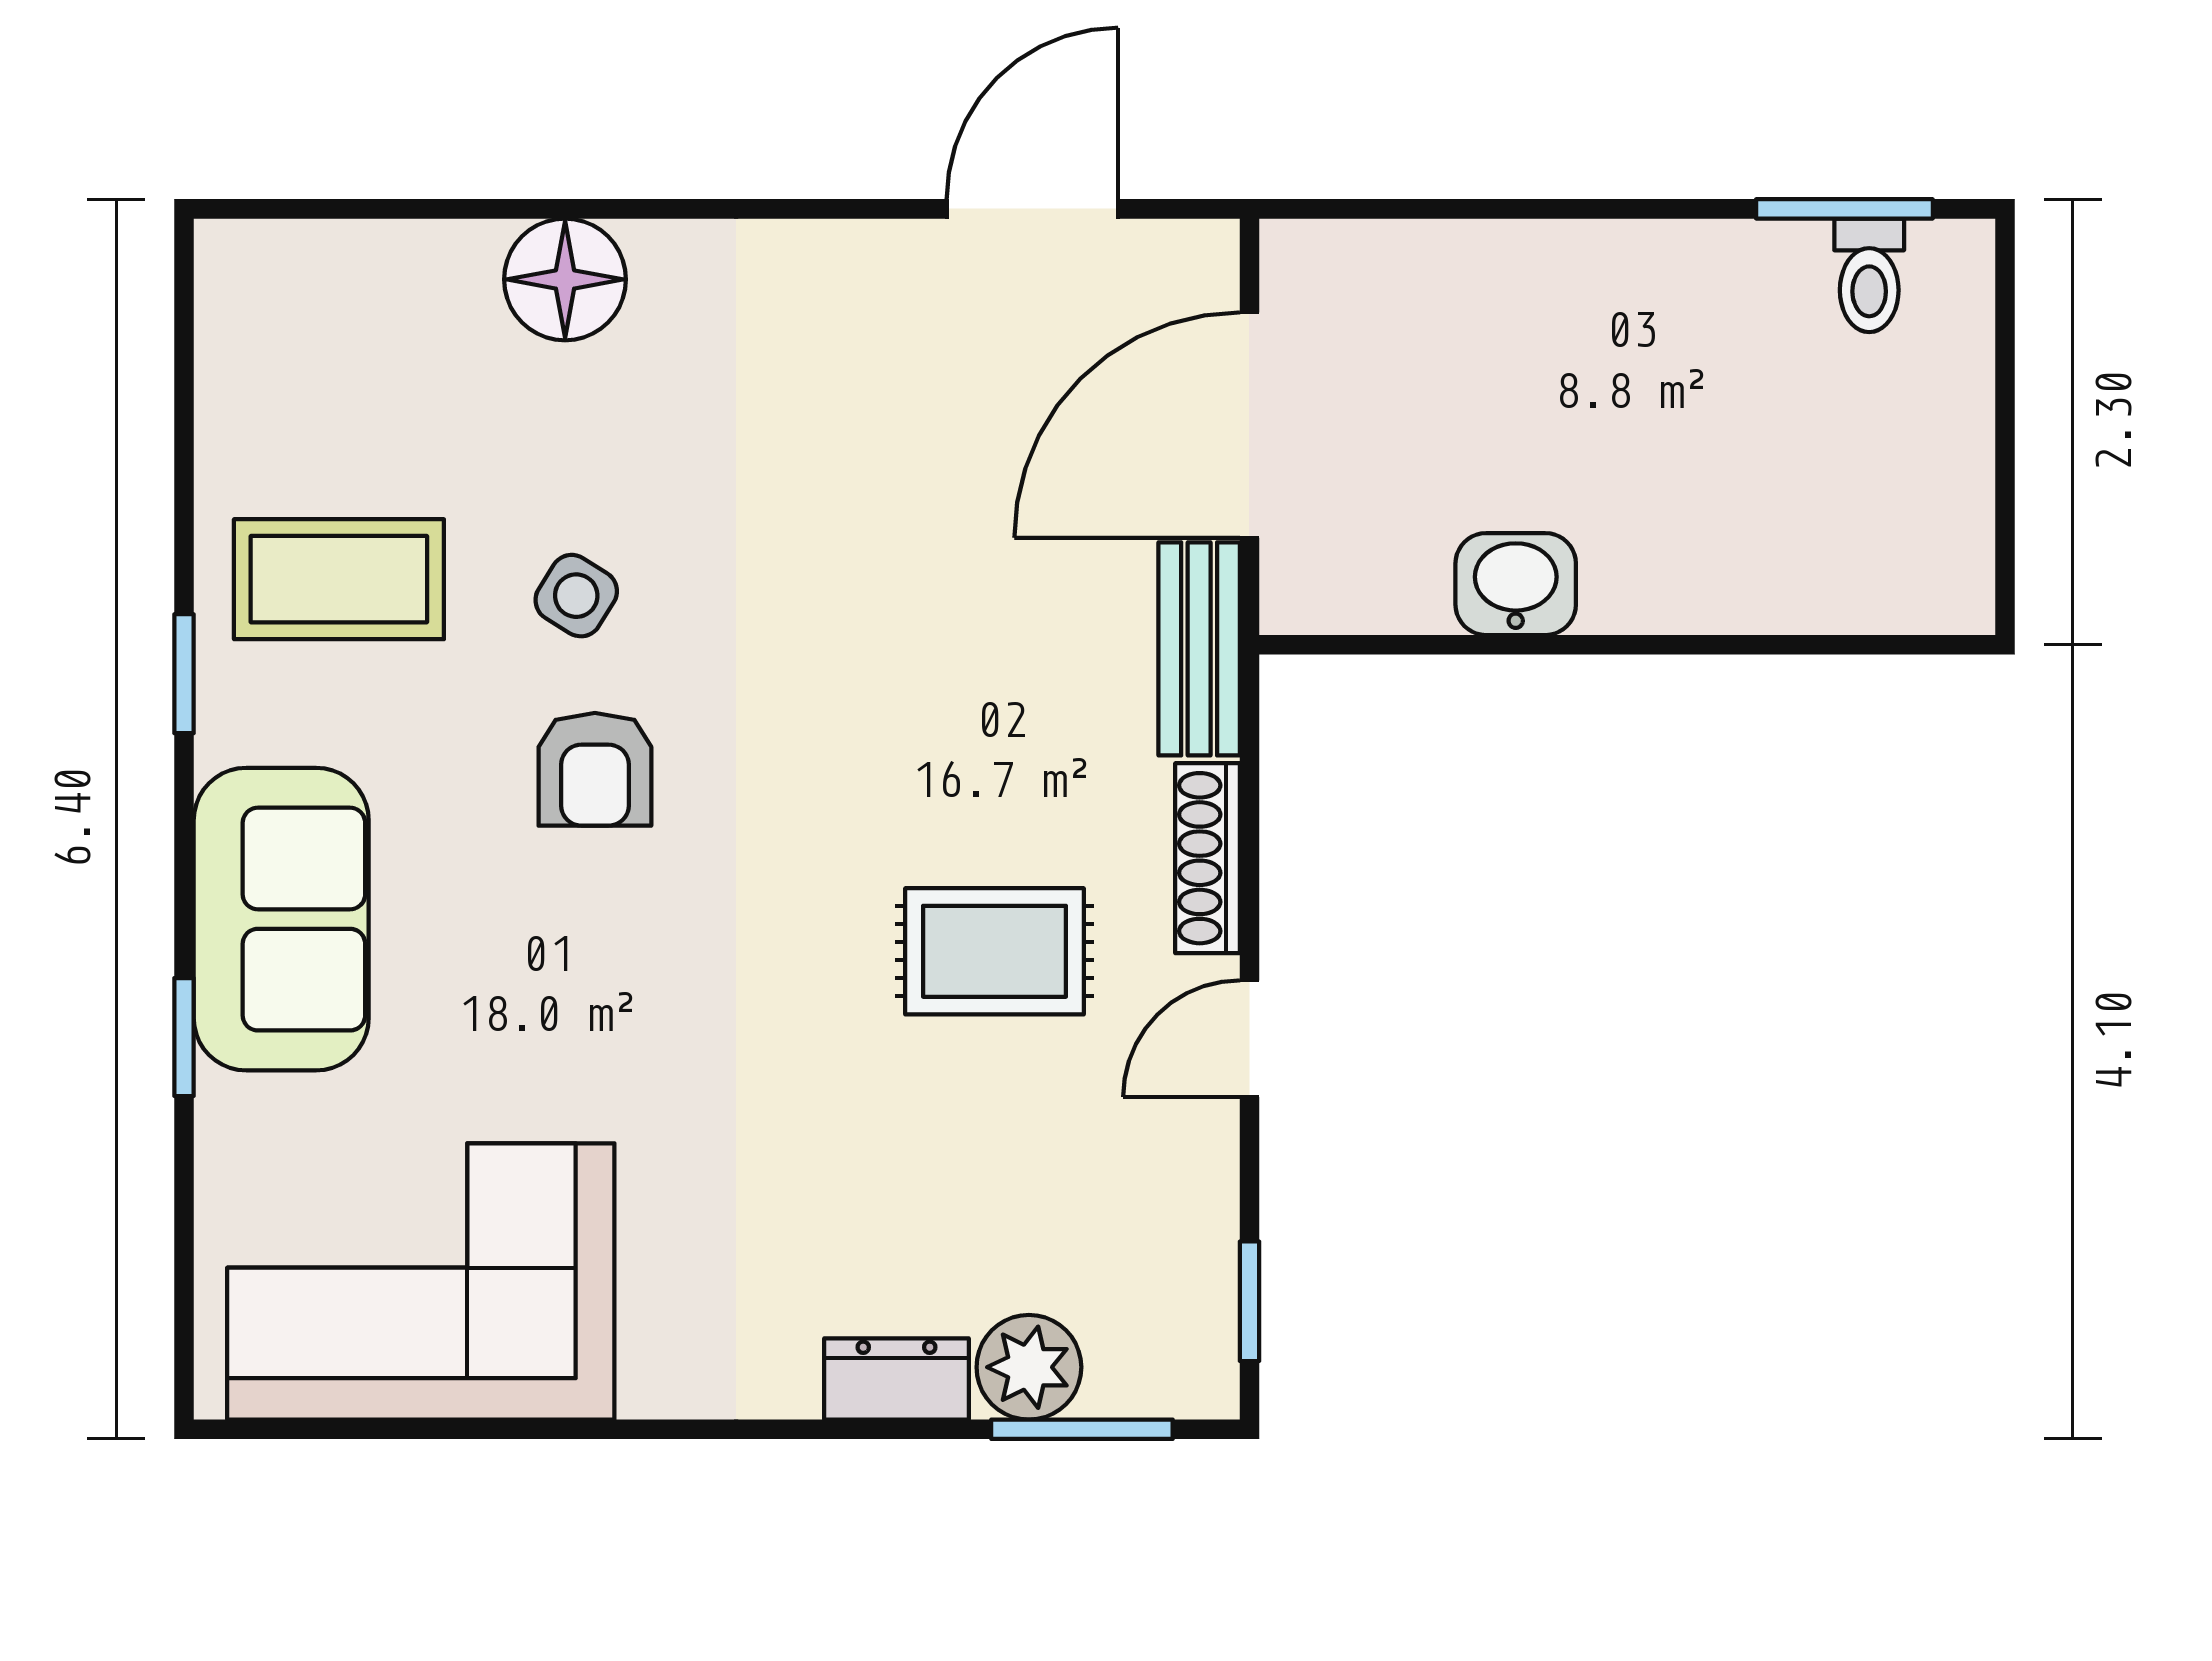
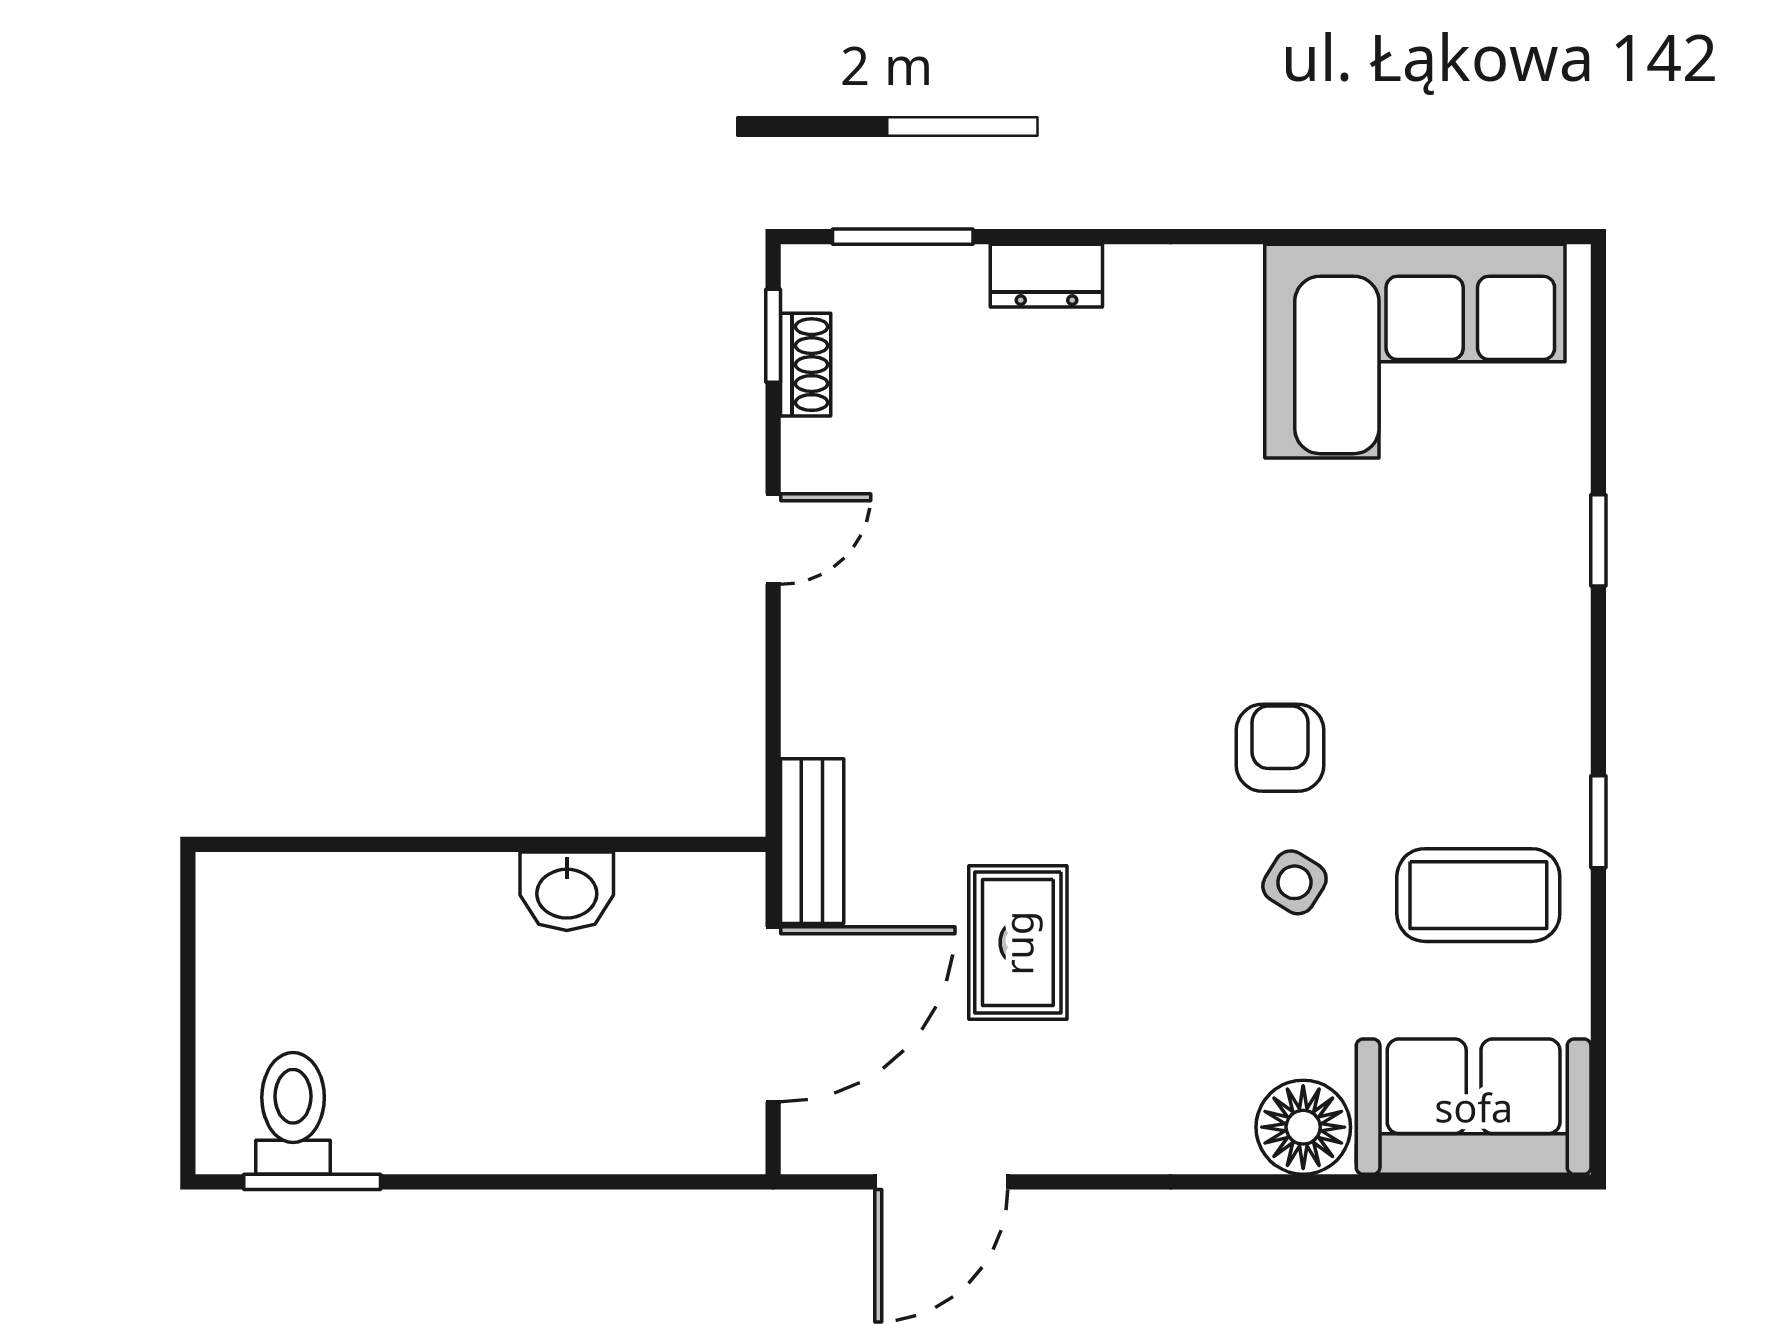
toilet: (1869, 275) -> (293, 1113), width x1.37, depth x1.39
shoe rack: (1207, 858) -> (806, 365), moved, width x0.70
sofa: (281, 919) -> (1474, 1107), moved, turned 90
rug: (994, 951) -> (1018, 943), moved, turned 90
plant: (1029, 1367) -> (944, 285), removed

